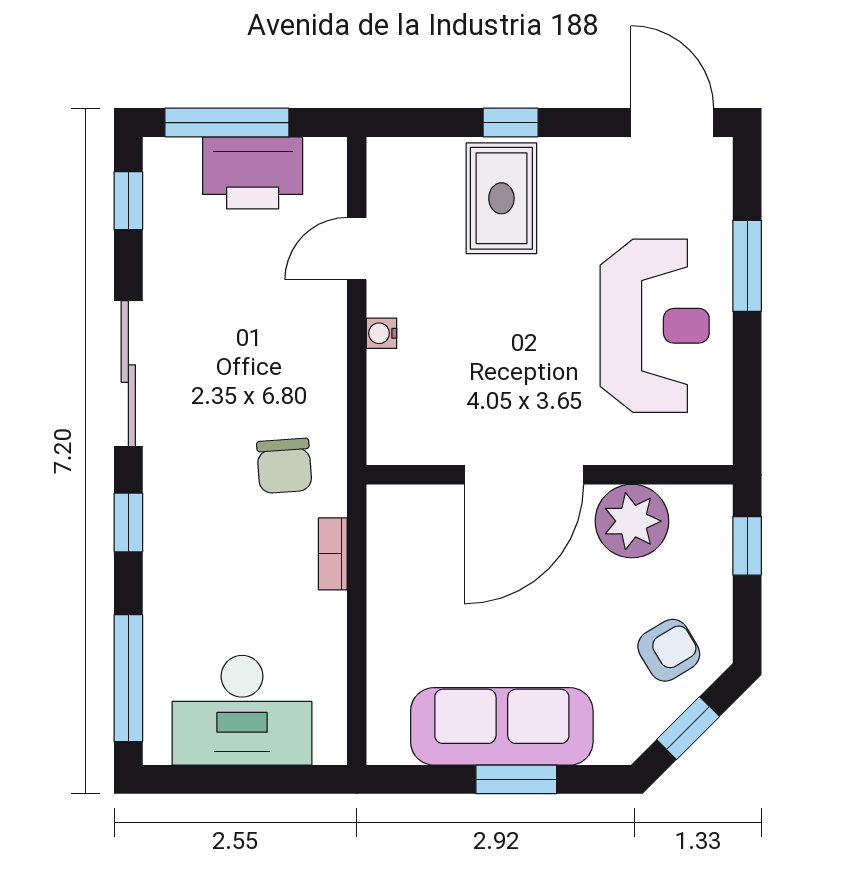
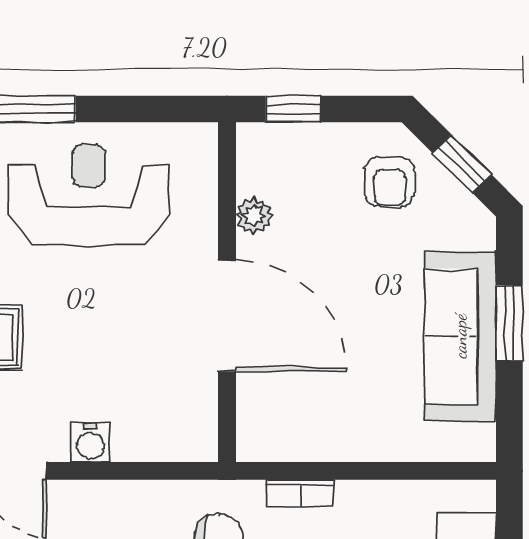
water cooler: (381, 333) -> (90, 443), width x1.38, depth x1.38
plant: (632, 521) -> (254, 216), width x0.53, depth x0.53
armchair: (669, 650) -> (390, 182), turned -149

